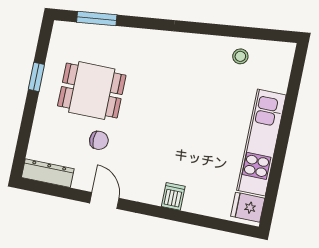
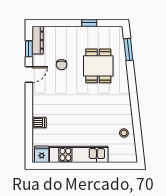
dining table: (92, 91) -> (98, 66), moved
window: (60, 191) -> (29, 49), added
dishwasher: (173, 196) -> (39, 123), moved

